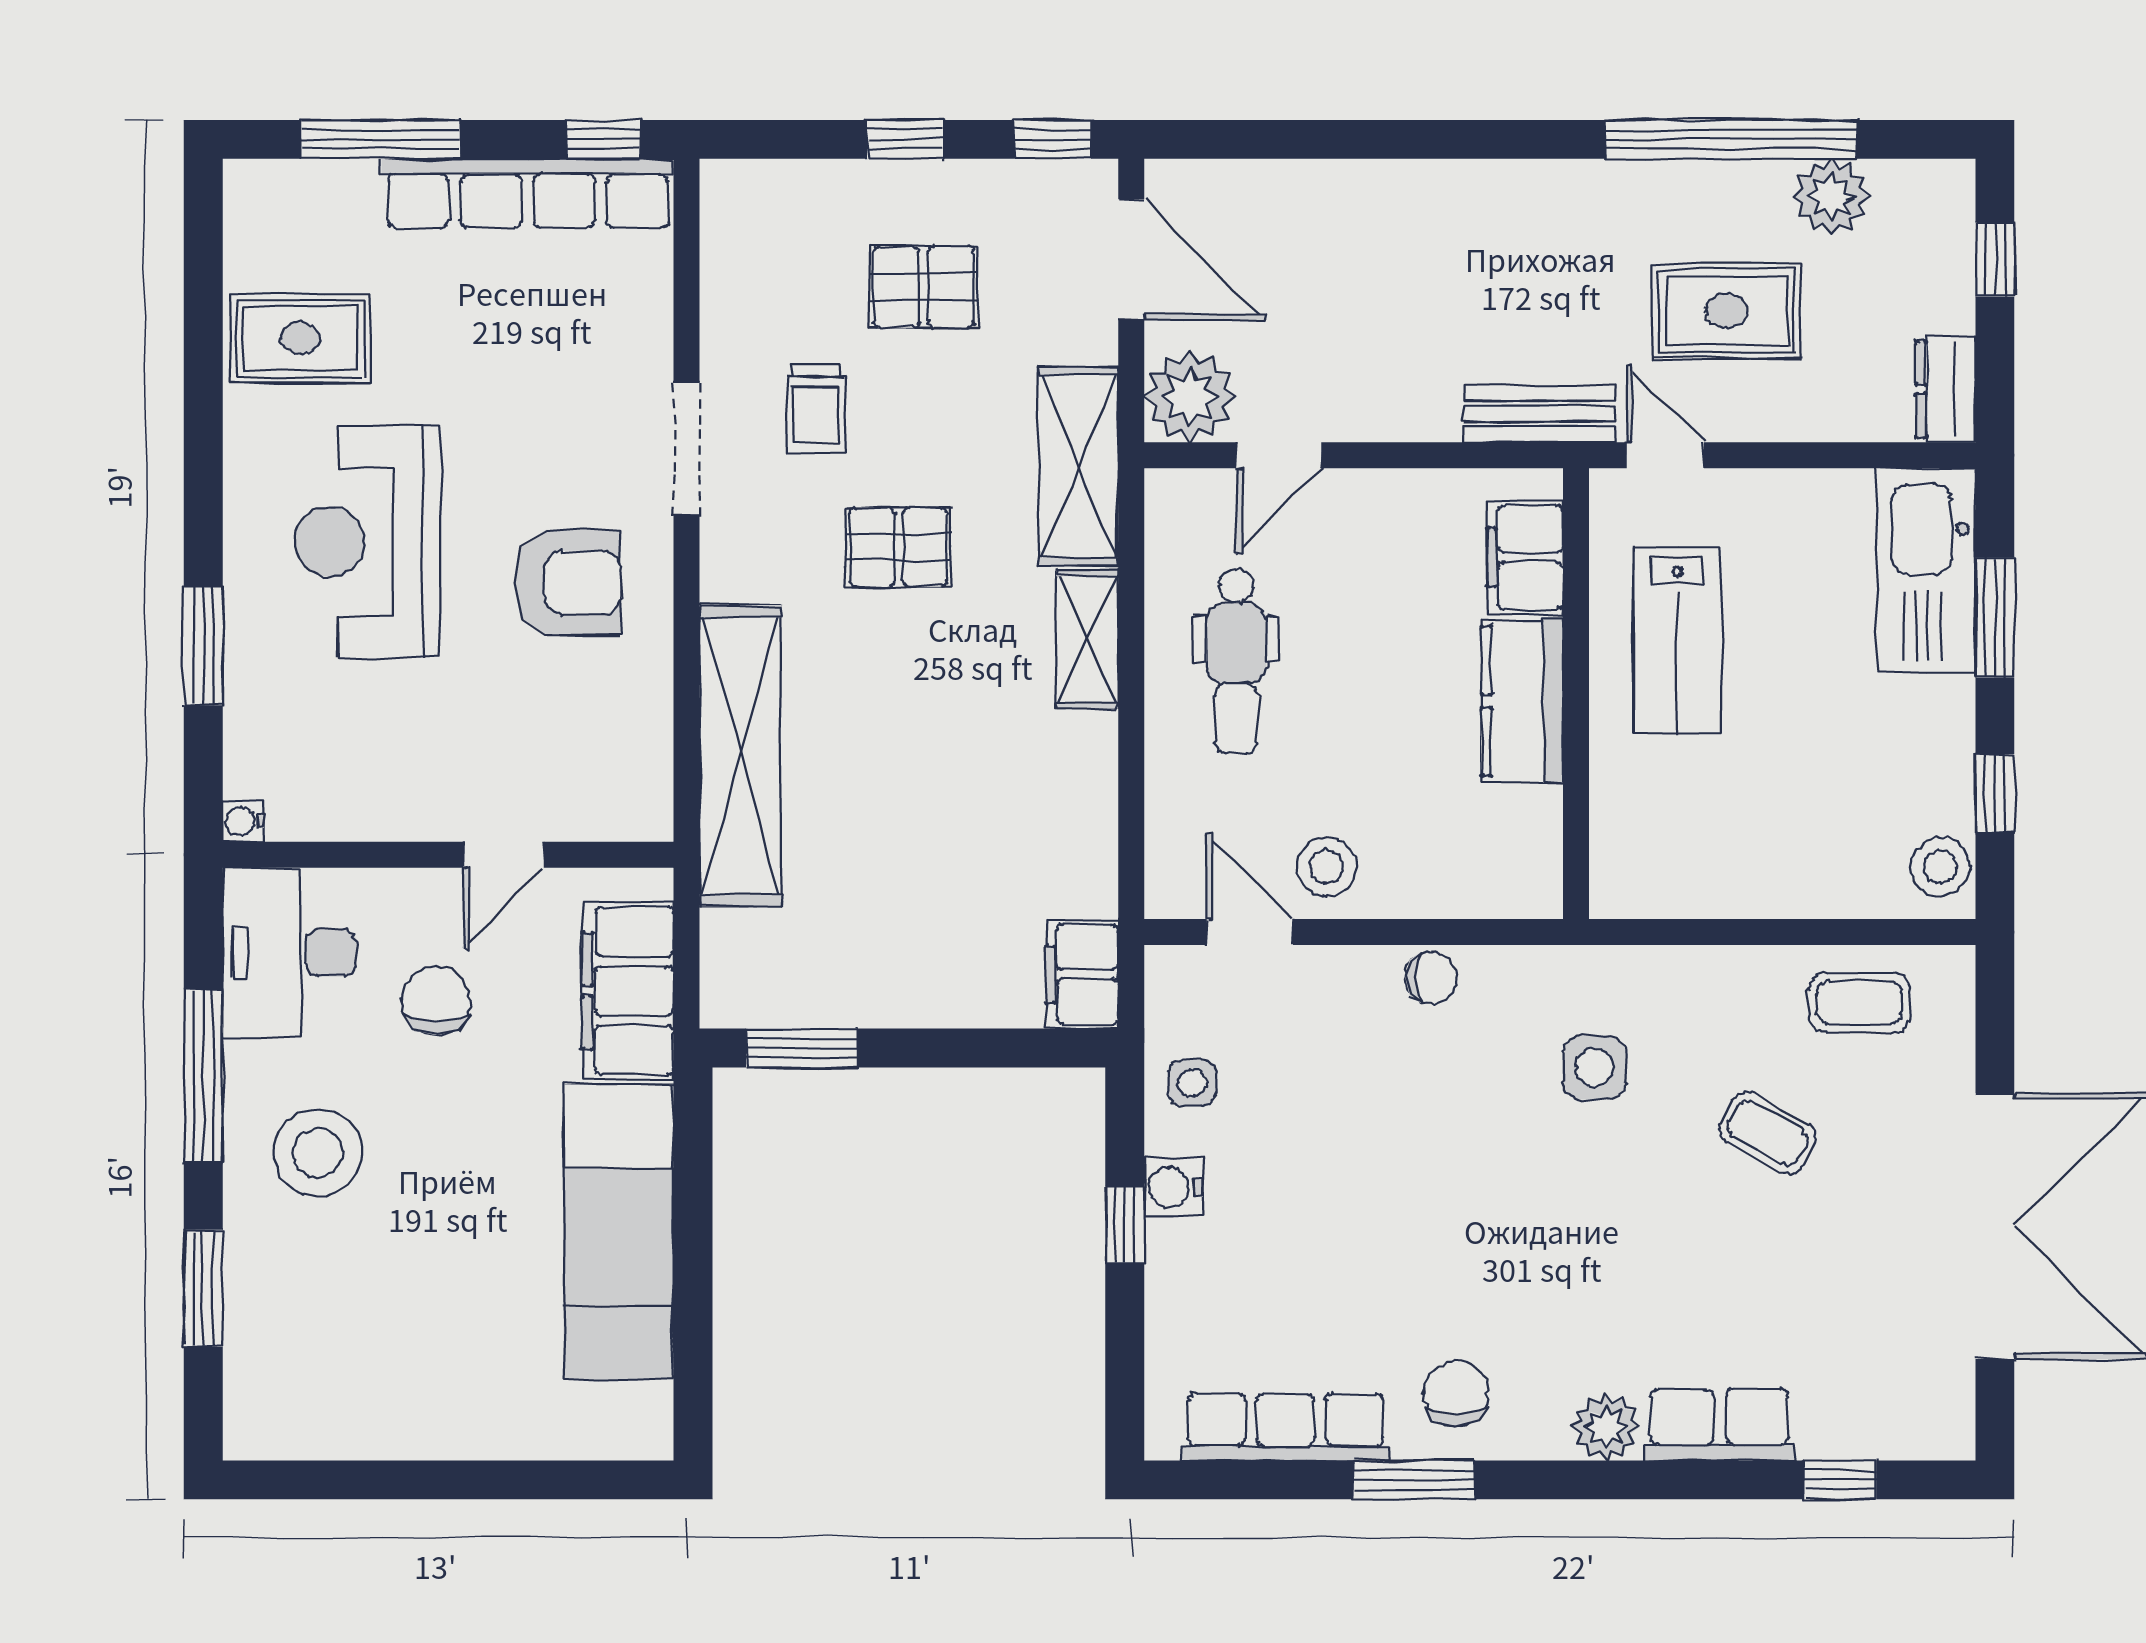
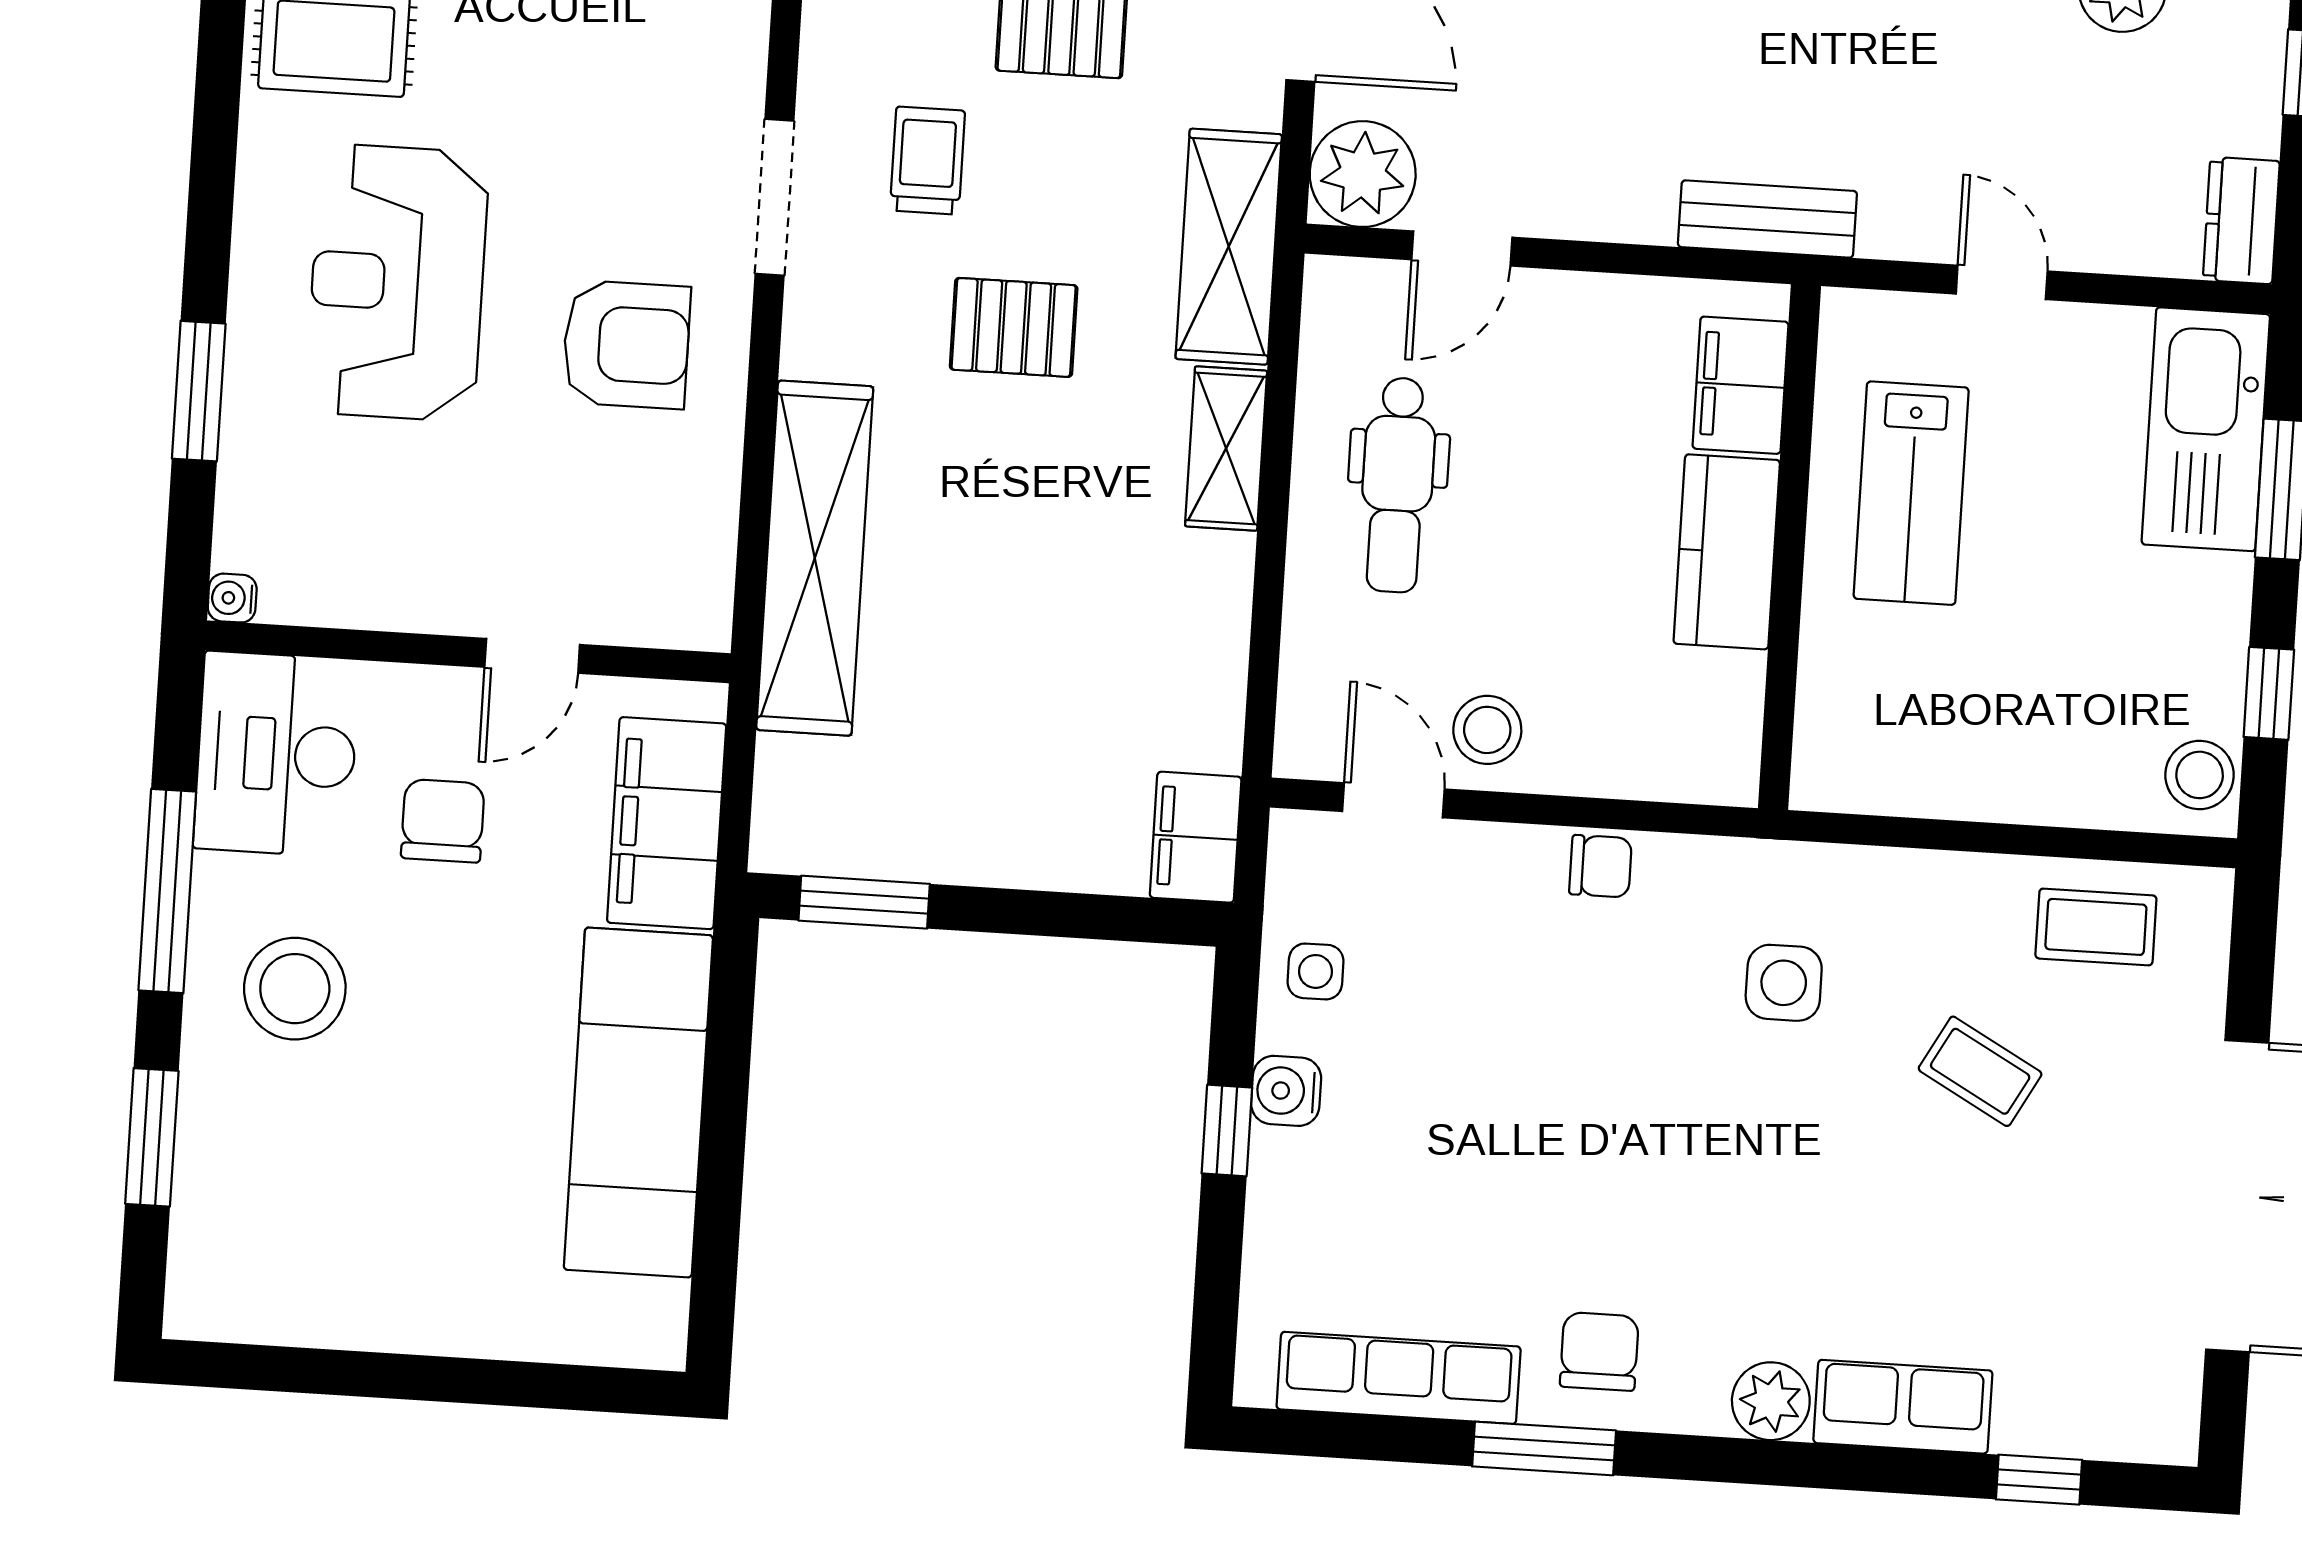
rug: (1726, 311) -> (1992, 113), removed
trolley: (816, 409) -> (927, 161), turned 180
door: (1665, 455) -> (2002, 282), moved

